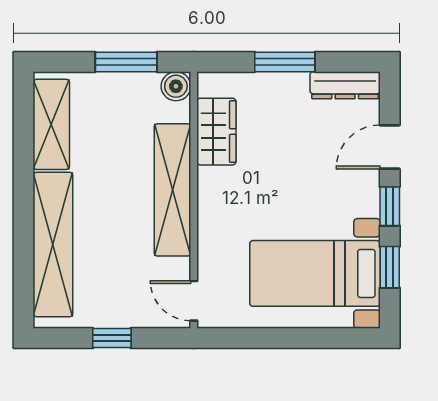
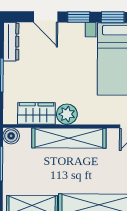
plant: (215, 186) -> (67, 114), added

